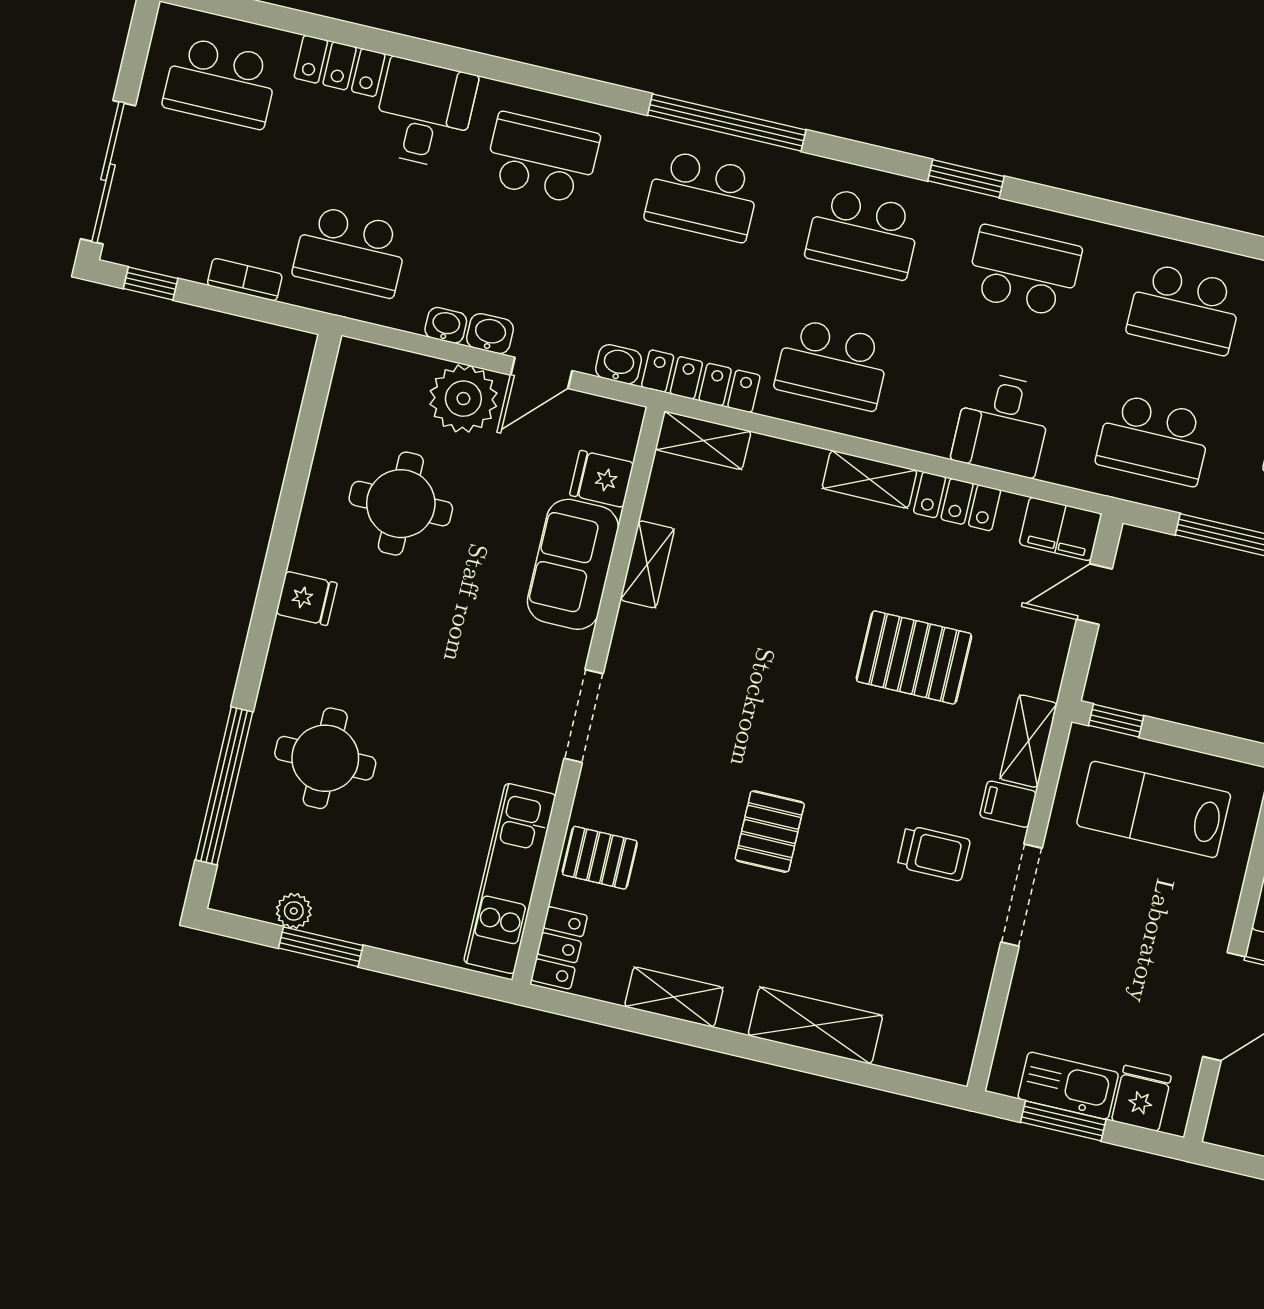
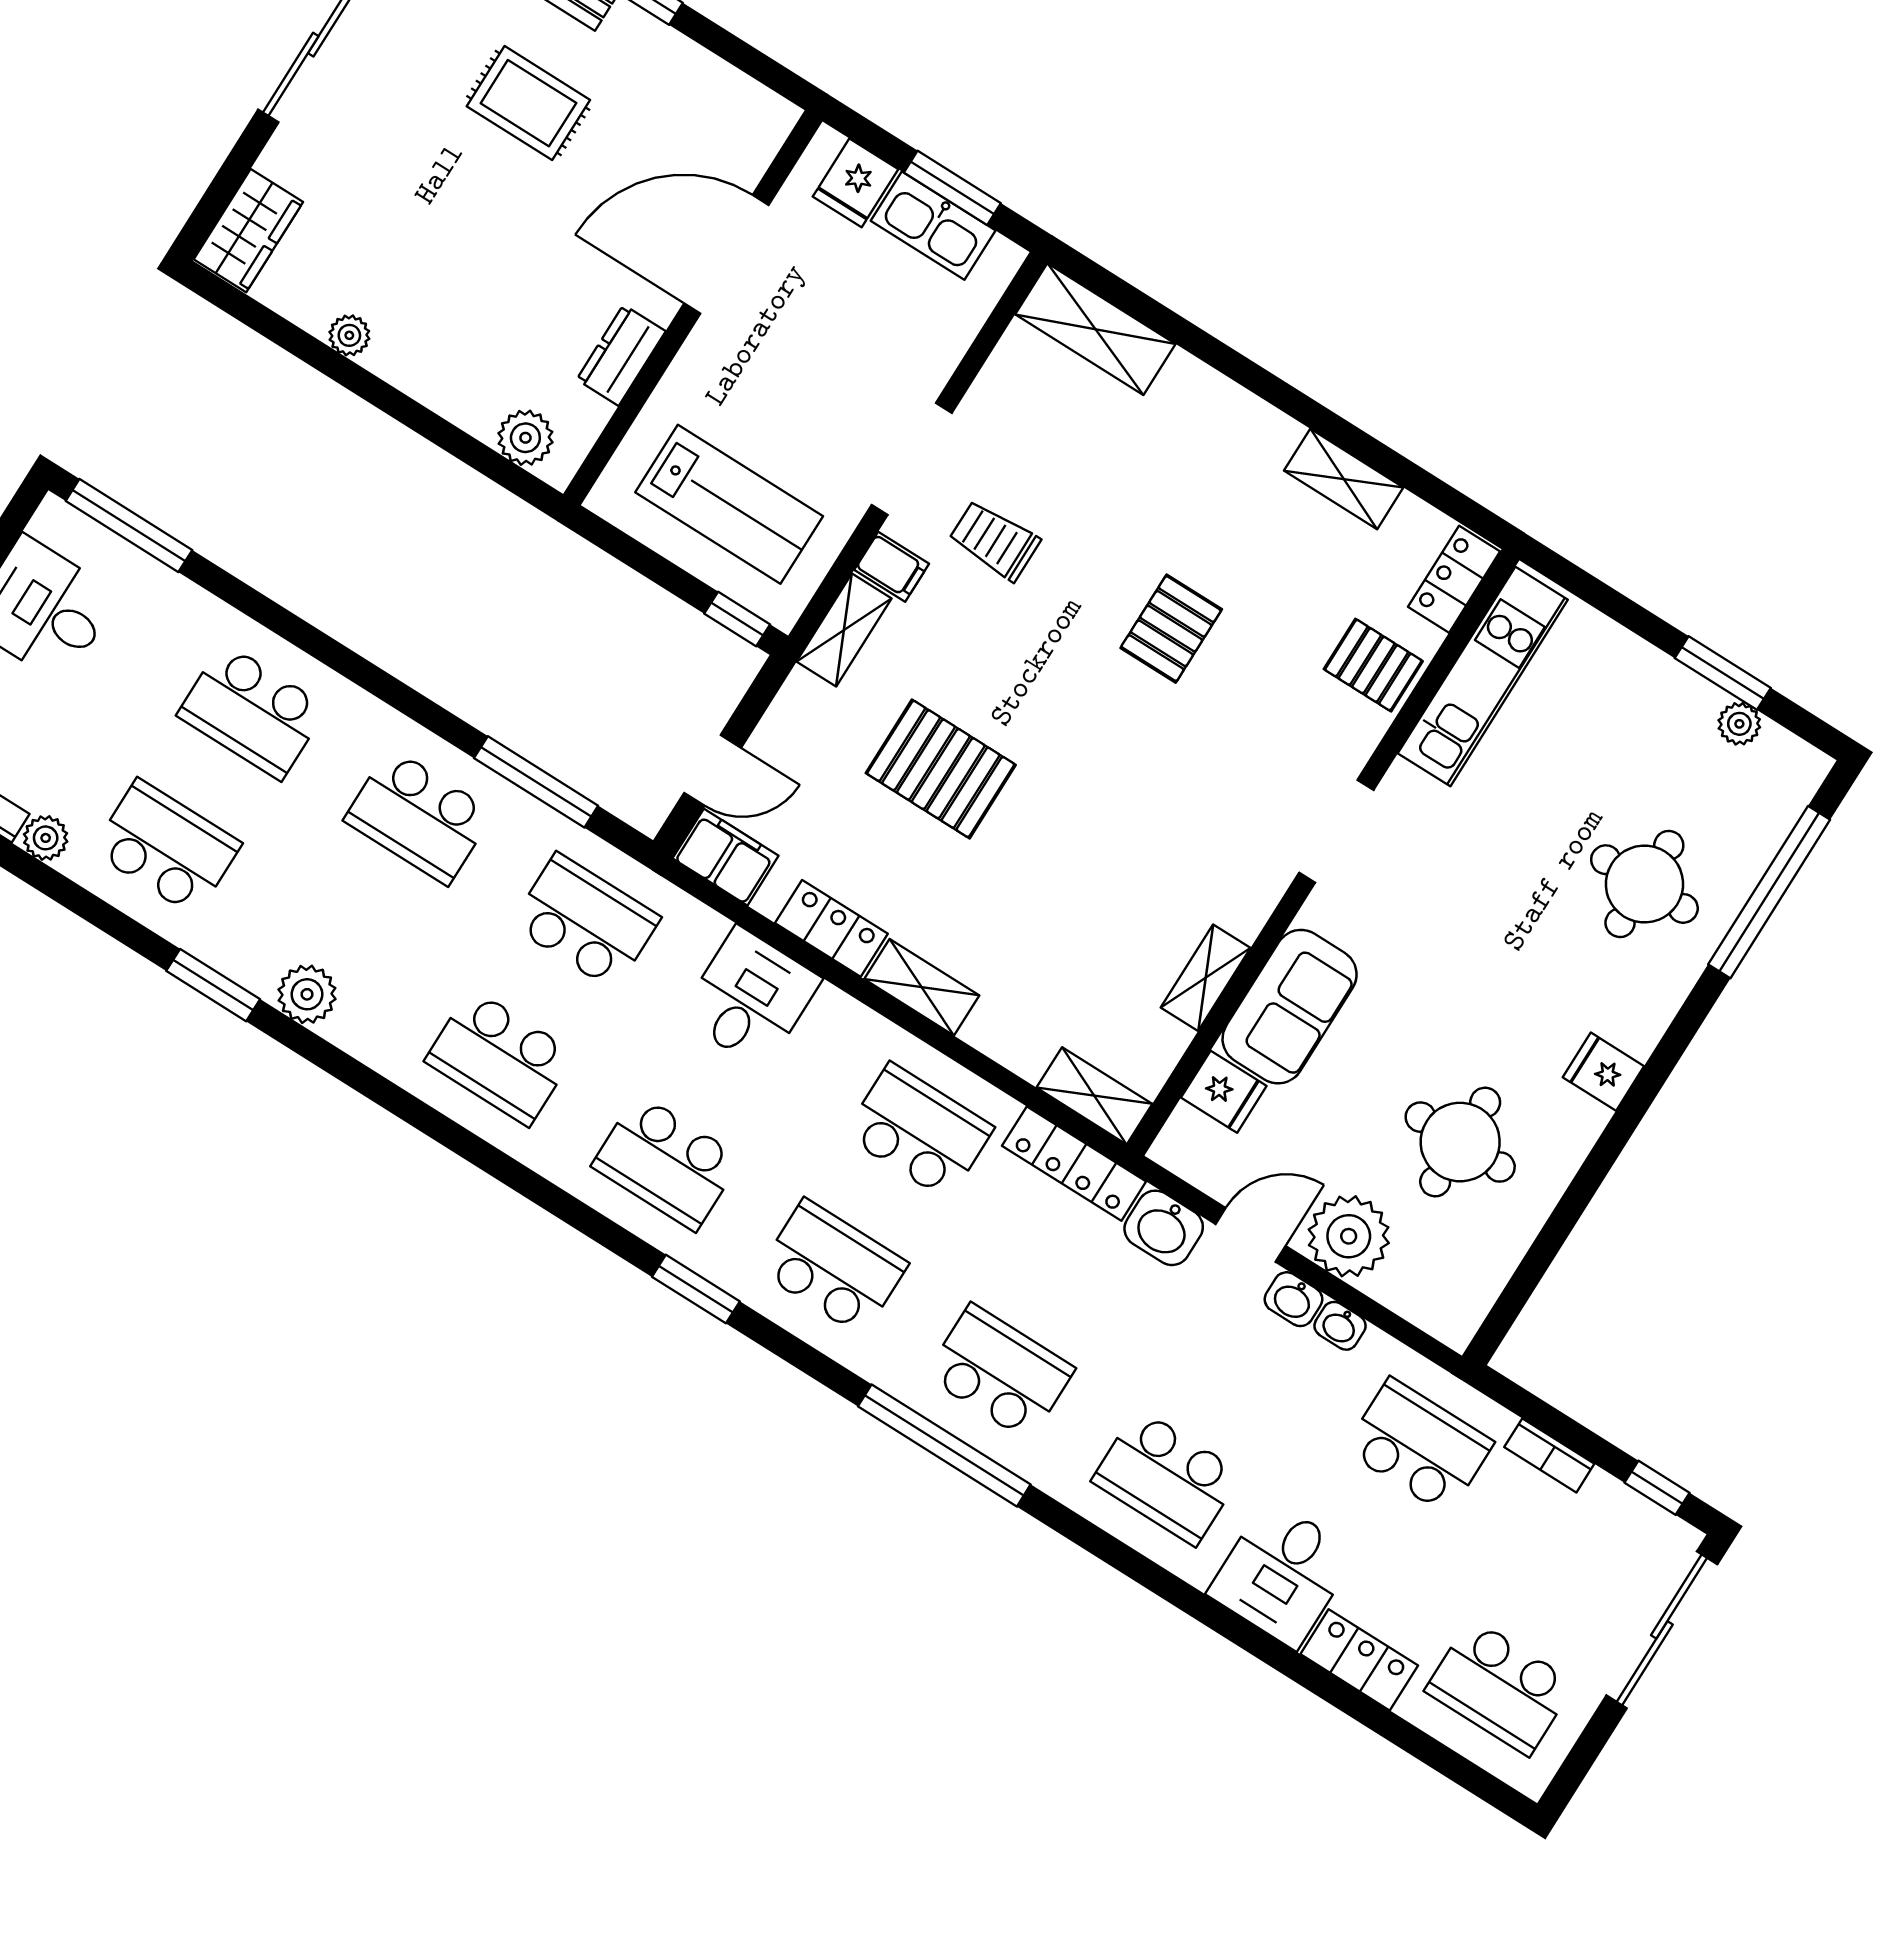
school desk: (221, 83) -> (1500, 1687), turned 180
school desk: (1185, 309) -> (500, 1057), turned 180
washbasin: (618, 364) -> (1164, 1228), width x1.38, depth x1.45
shelving: (815, 1025) -> (1095, 329), moved

